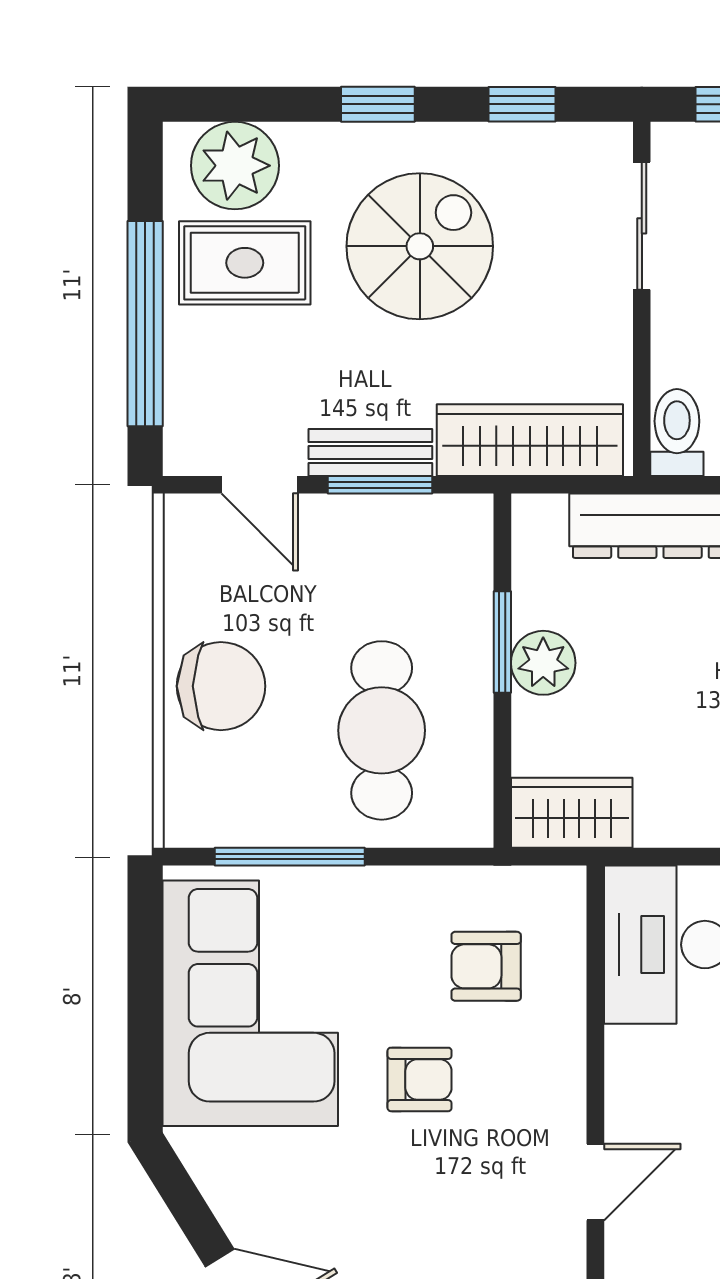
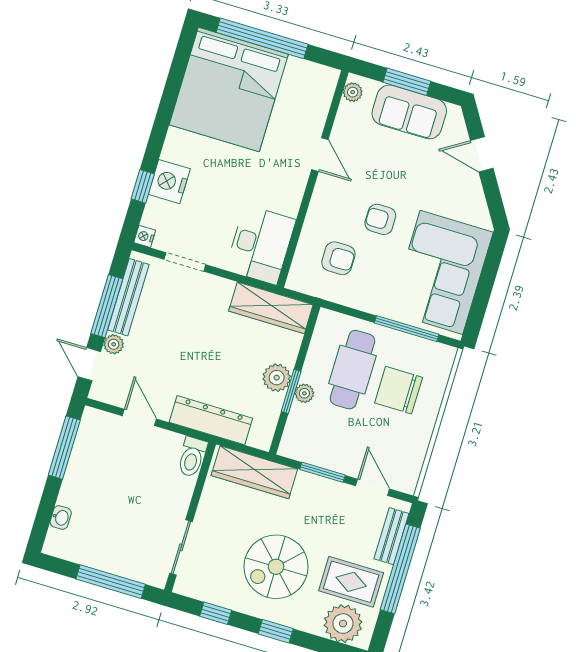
bench: (370, 452) -> (391, 536), moved, turned 90
plant: (472, 647) -> (304, 393), added
chair: (221, 686) -> (399, 390), moved
wardrobe: (572, 813) -> (271, 308), width x1.50
door: (595, 1182) -> (320, 155), swing flipped

